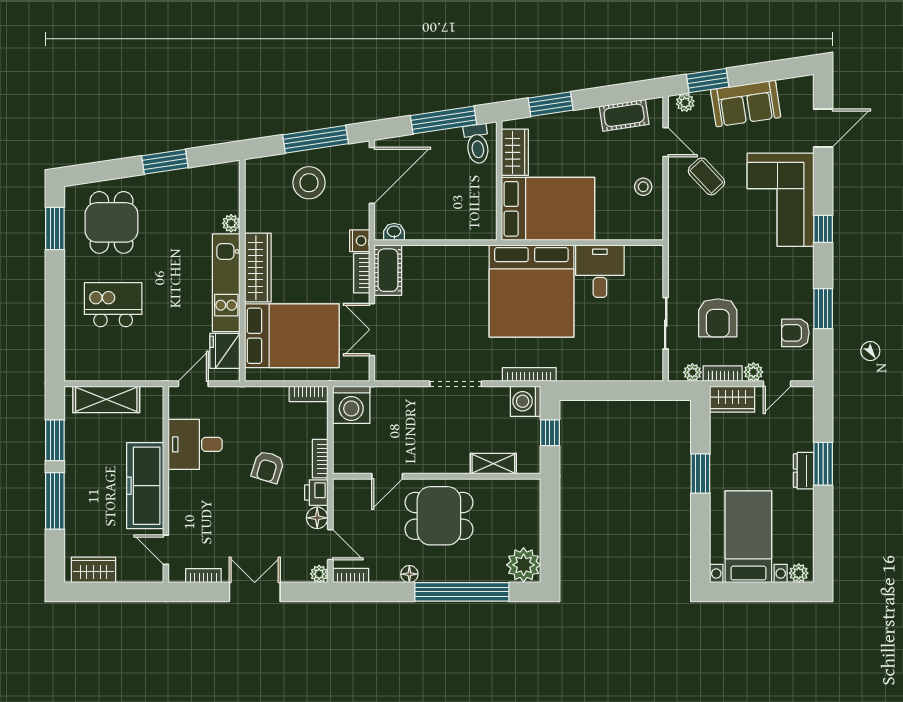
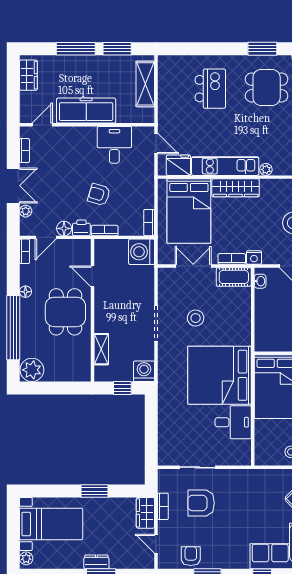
stool: (448, 326) -> (196, 318), added
plant: (692, 372) -> (164, 486), removed
plant: (753, 372) -> (164, 527), removed
bookcase: (529, 375) -> (162, 374), removed
plant: (319, 574) -> (26, 211), moved

